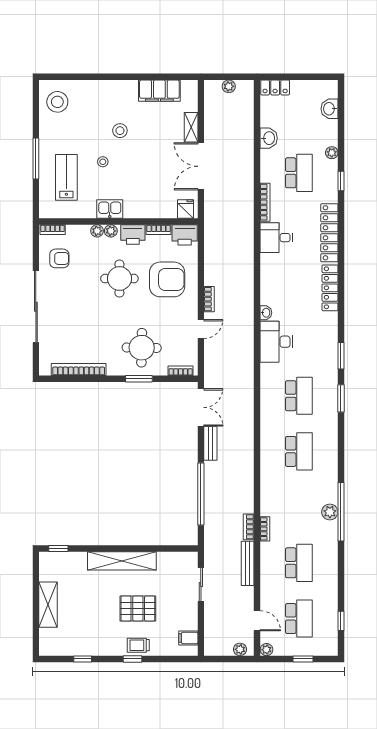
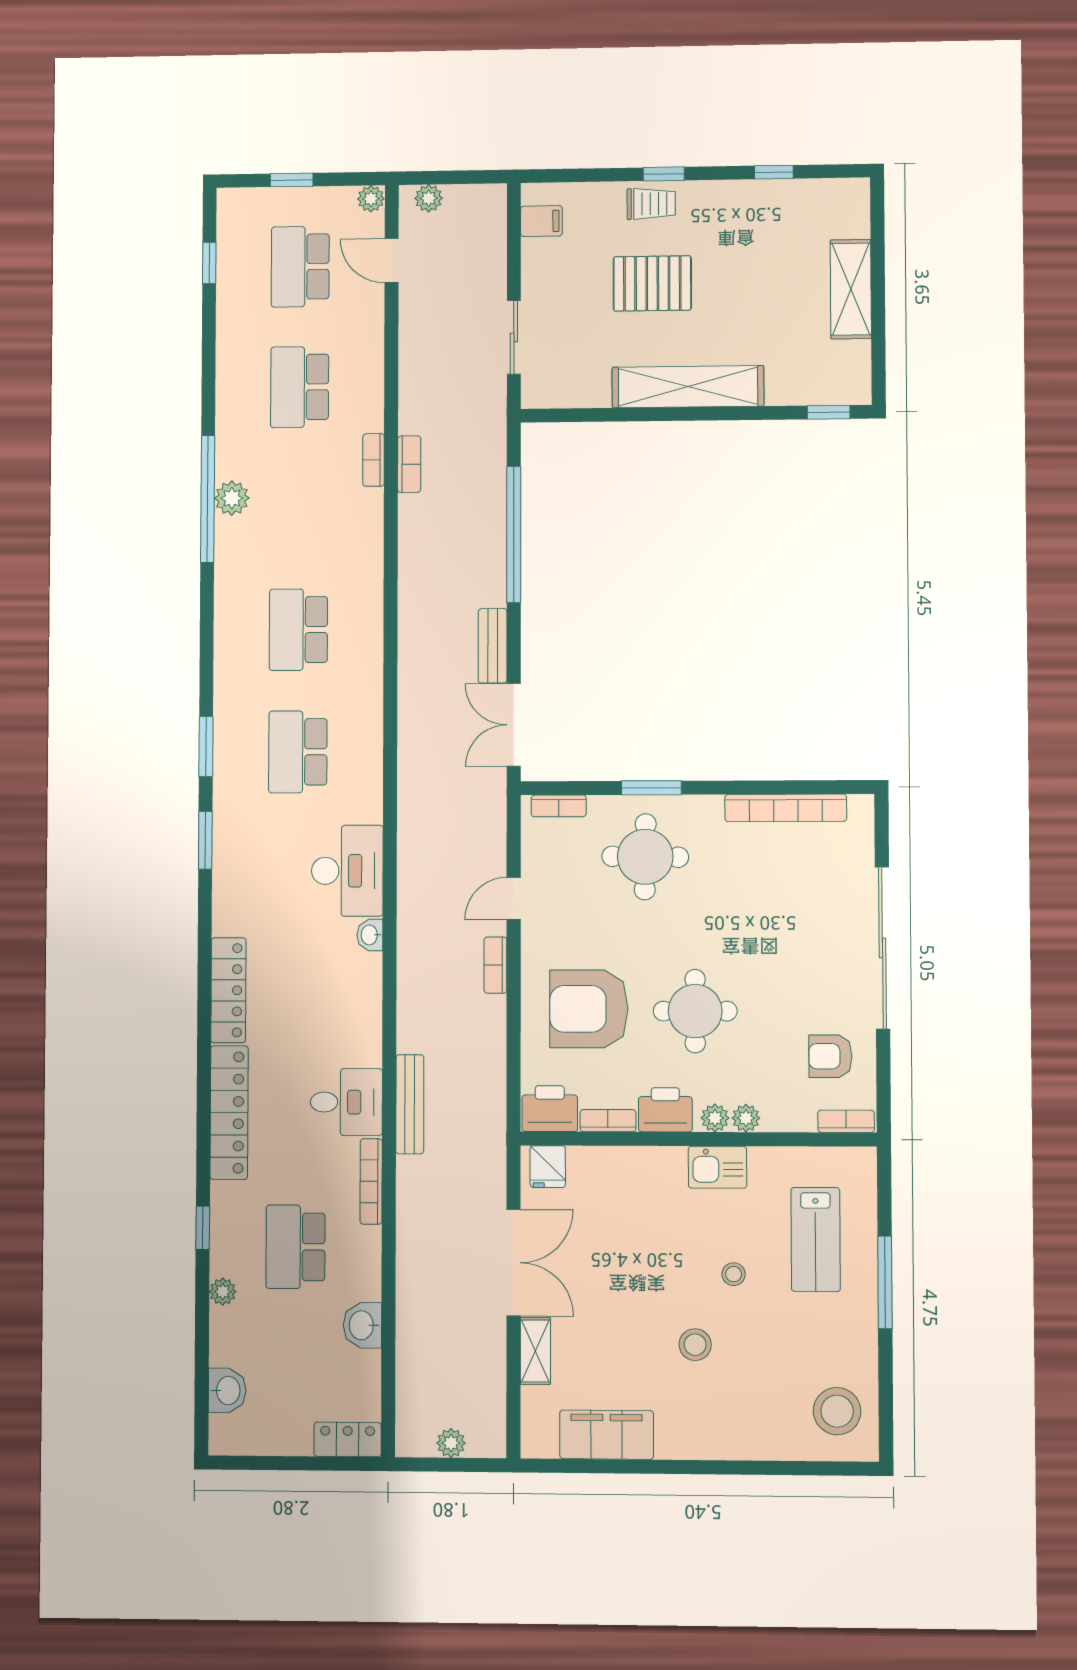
bench: (248, 563) -> (410, 1104), moved

